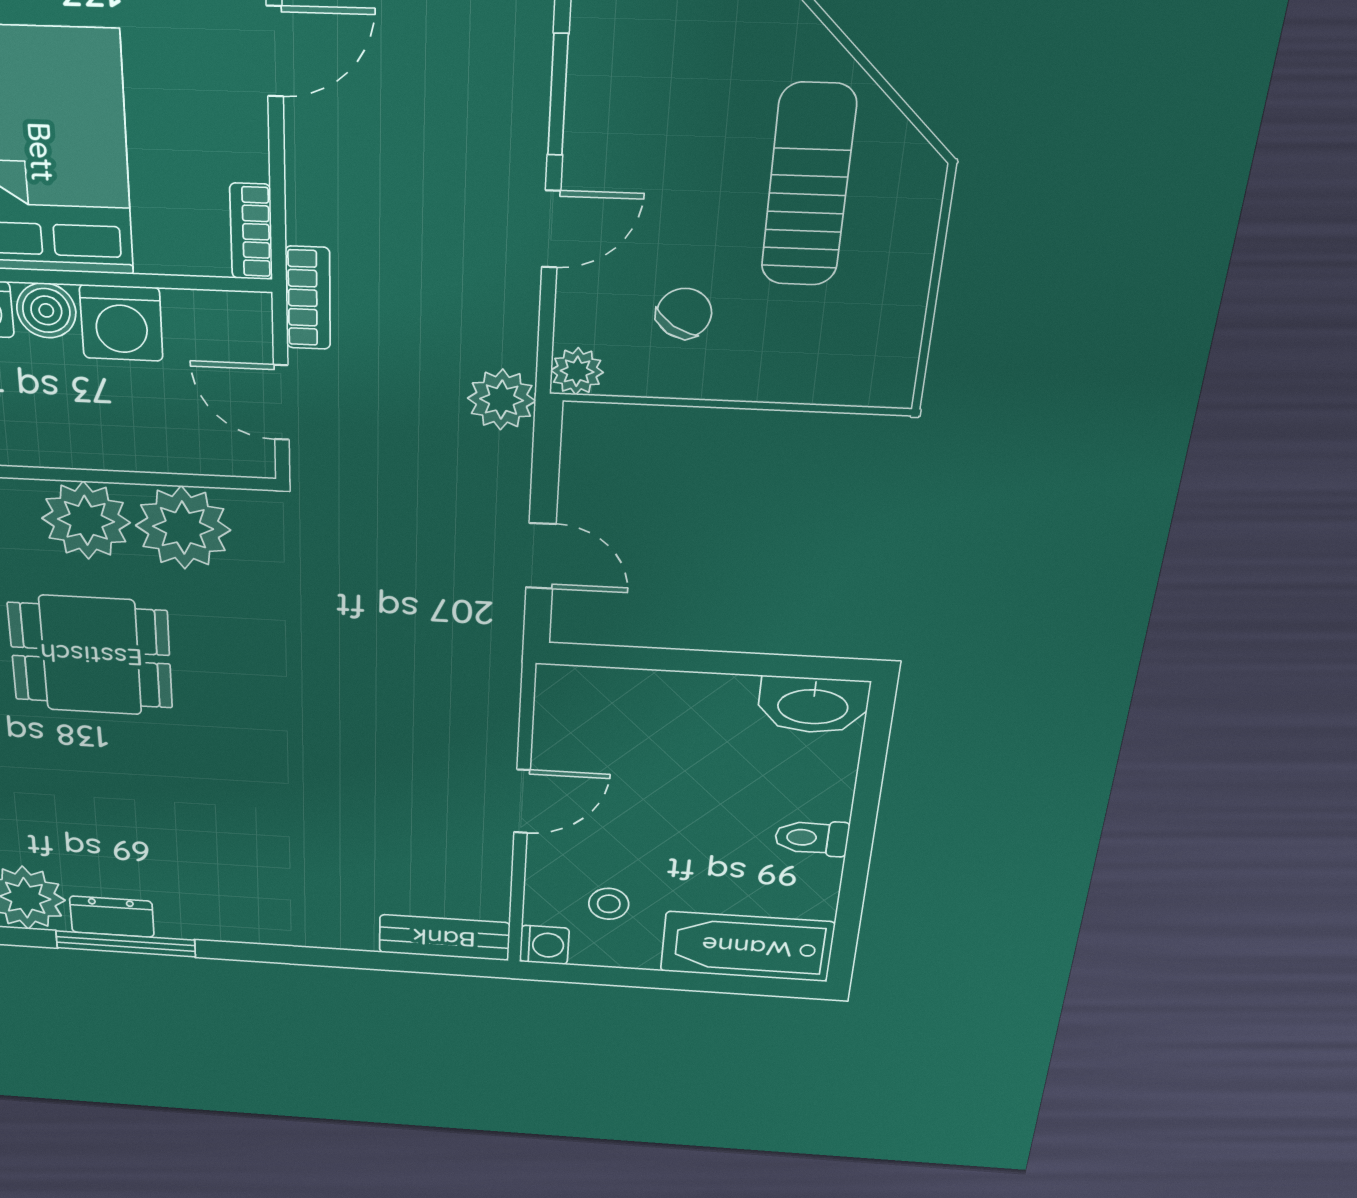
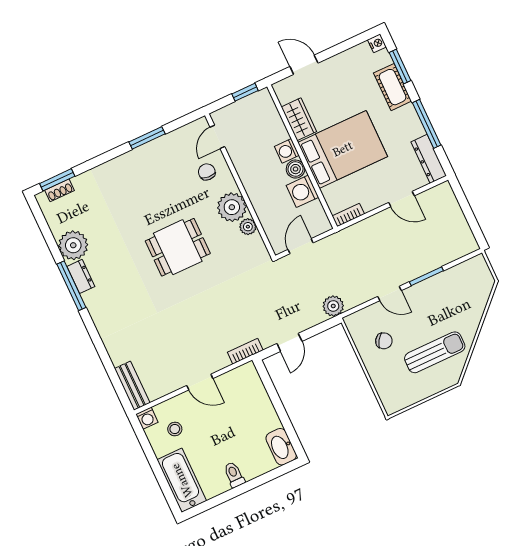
bookcase: (308, 298) -> (245, 351), moved, turned 180
plant: (577, 371) -> (352, 322), removed
plant: (183, 528) -> (248, 227), width x0.53, depth x0.53
dining table: (91, 655) -> (178, 247), moved, turned 90

